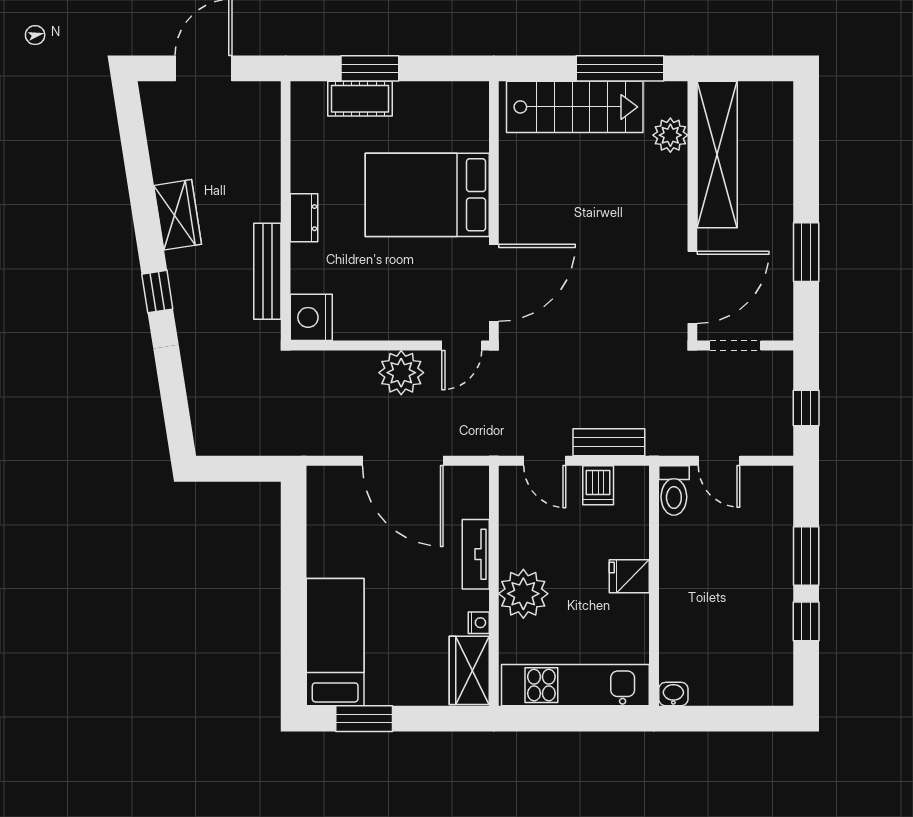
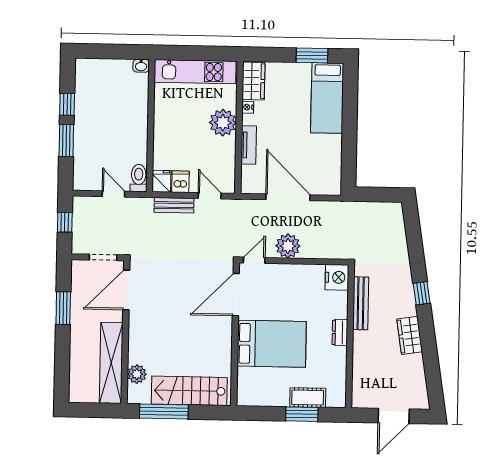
fridge: (629, 576) -> (161, 181), moved, turned -90

